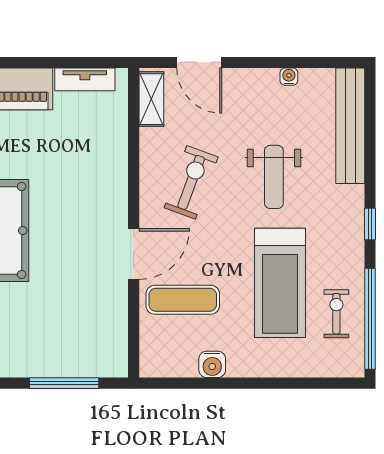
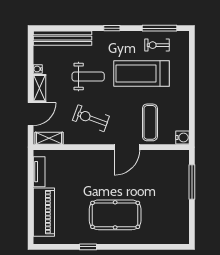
shelving: (251, 80) -> (39, 88), added
door: (134, 254) -> (127, 147), swing flipped
treadmill: (280, 283) -> (141, 73), turned 180
window: (370, 319) -> (160, 28), width x0.68
water cooler: (212, 364) -> (182, 138), moved

